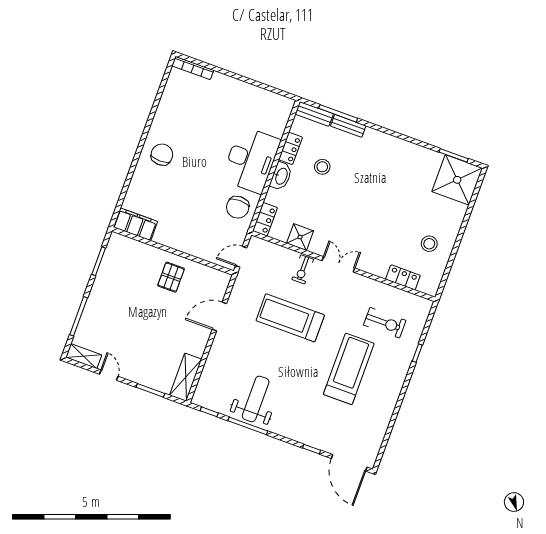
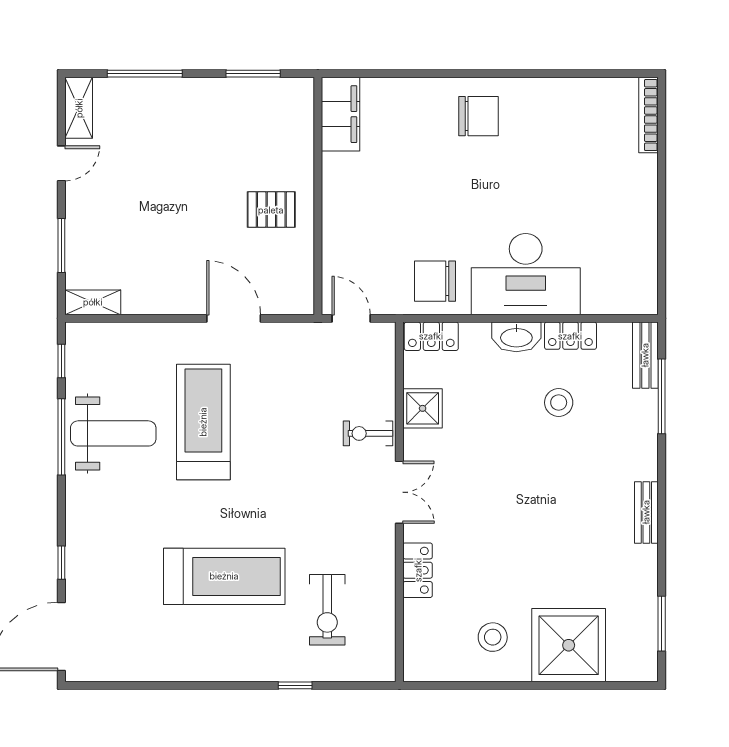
bench: (348, 126) -> (646, 512), moved
shower: (457, 180) -> (569, 645), moved
locker: (403, 277) -> (418, 570), moved
treadmill: (290, 318) -> (203, 422), moved
shelving: (186, 377) -> (93, 302), width x0.67, depth x0.75

